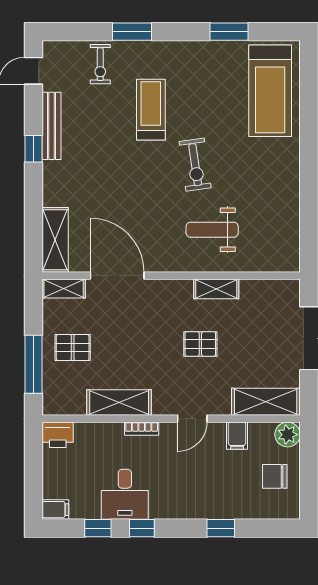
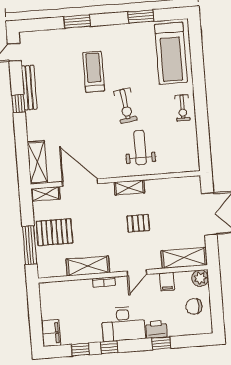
exercise bike: (100, 64) -> (182, 108), moved
weight bench: (212, 230) -> (140, 148), turned 90
shelving: (216, 289) -> (129, 187), moved
pallet: (73, 348) -> (54, 232), width x1.50, depth x1.42
printer: (58, 435) -> (156, 329), moved, turned 180
desk: (125, 494) -> (123, 324), moved, width x1.37
filing cabinet: (55, 510) -> (51, 333), width x2.00

